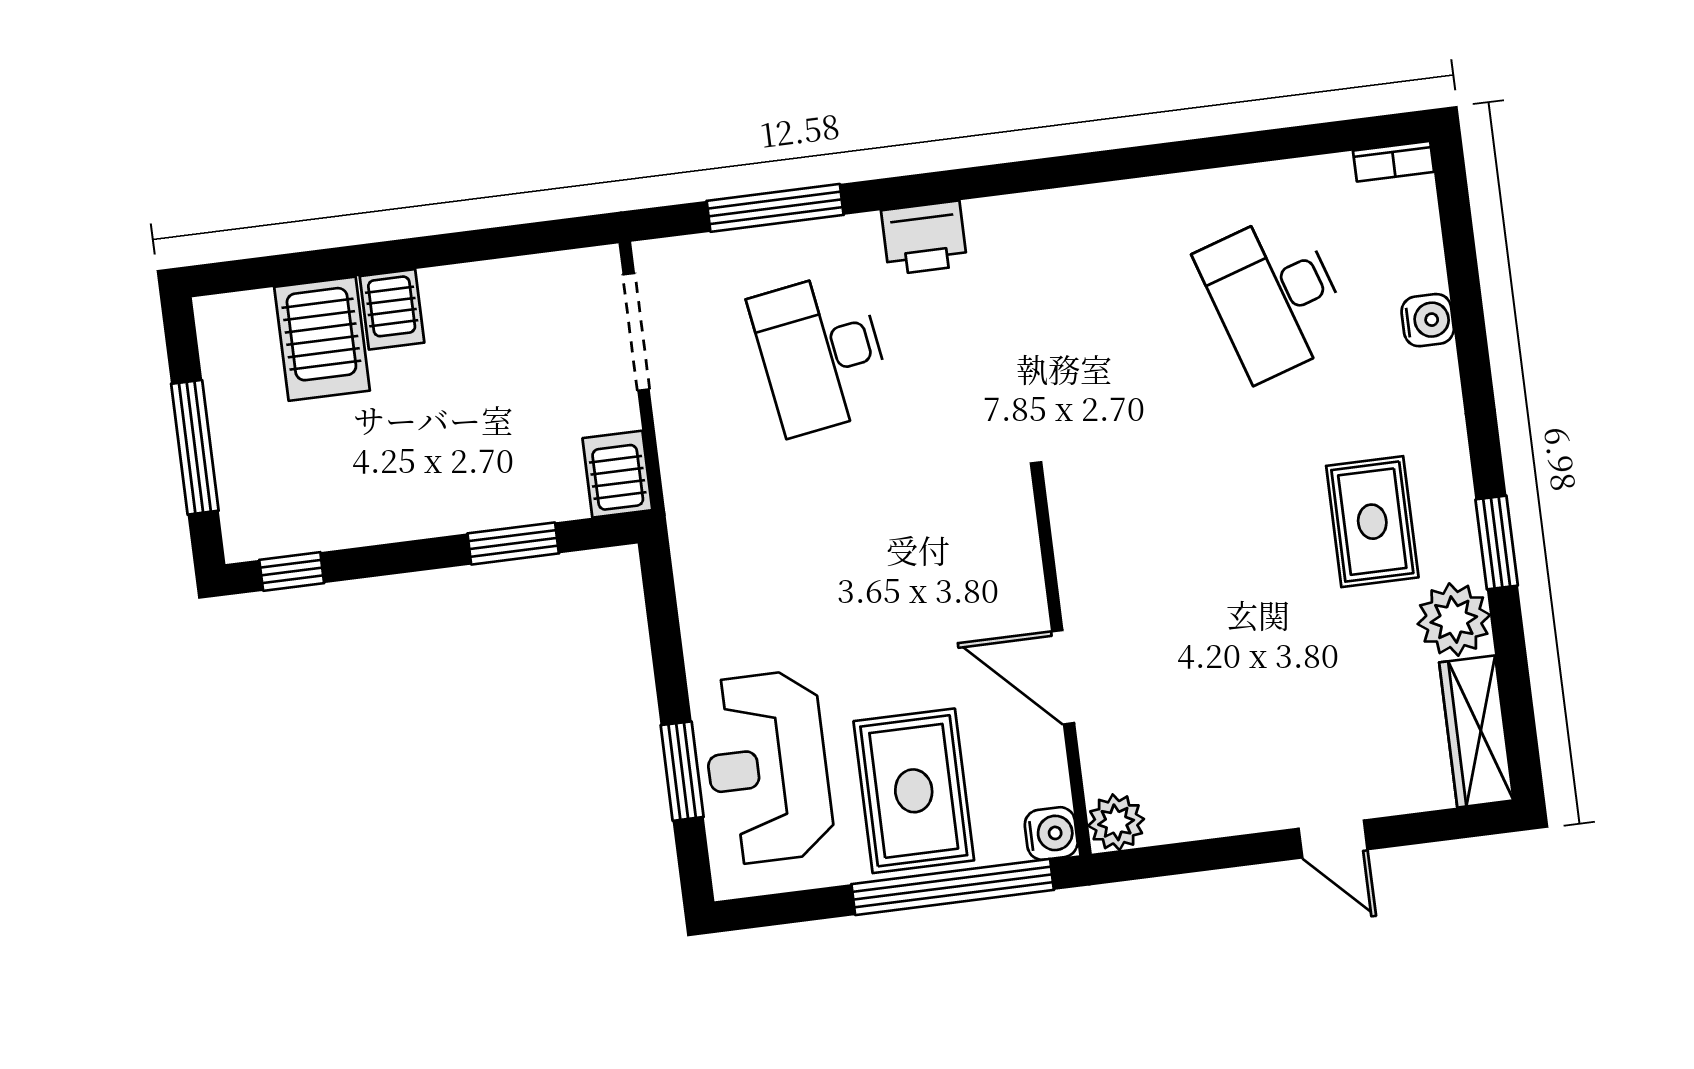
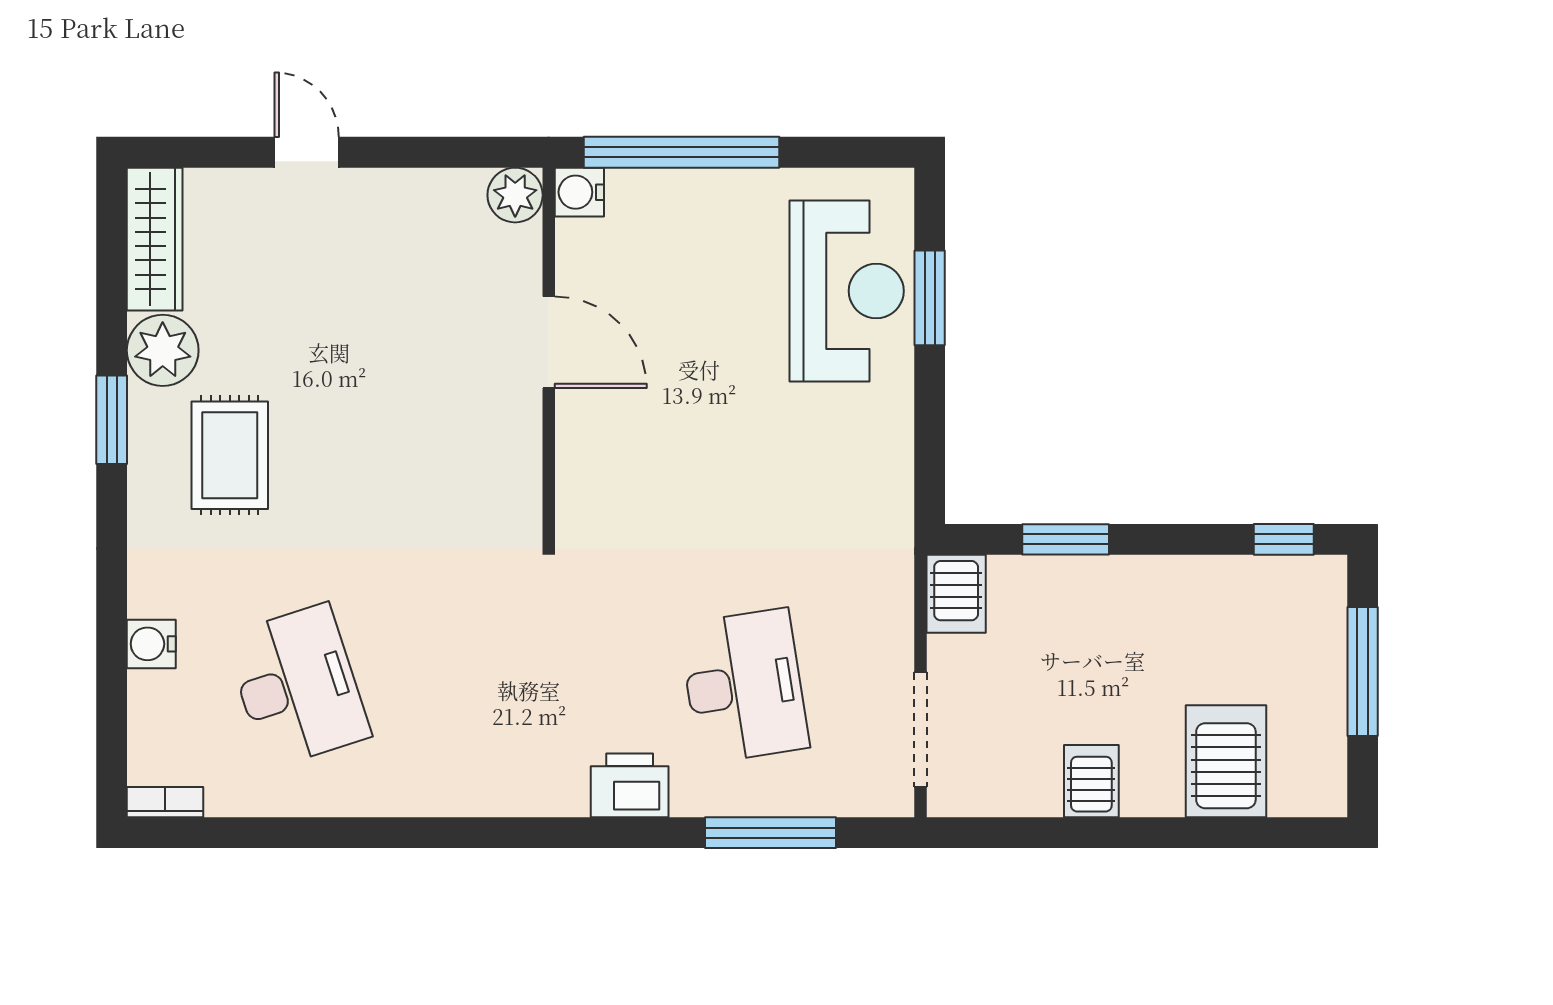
server rack: (392, 309) -> (1091, 781), moved
rug: (914, 791) -> (707, 250), removed

